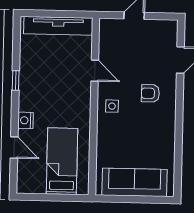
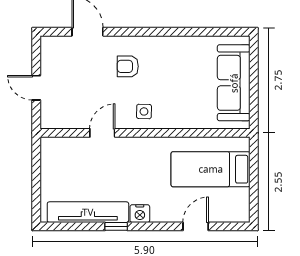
tv unit: (58, 26) -> (88, 212), moved, turned -90
armchair: (150, 93) -> (128, 66), turned 90
nightstand: (25, 120) -> (140, 214), moved

